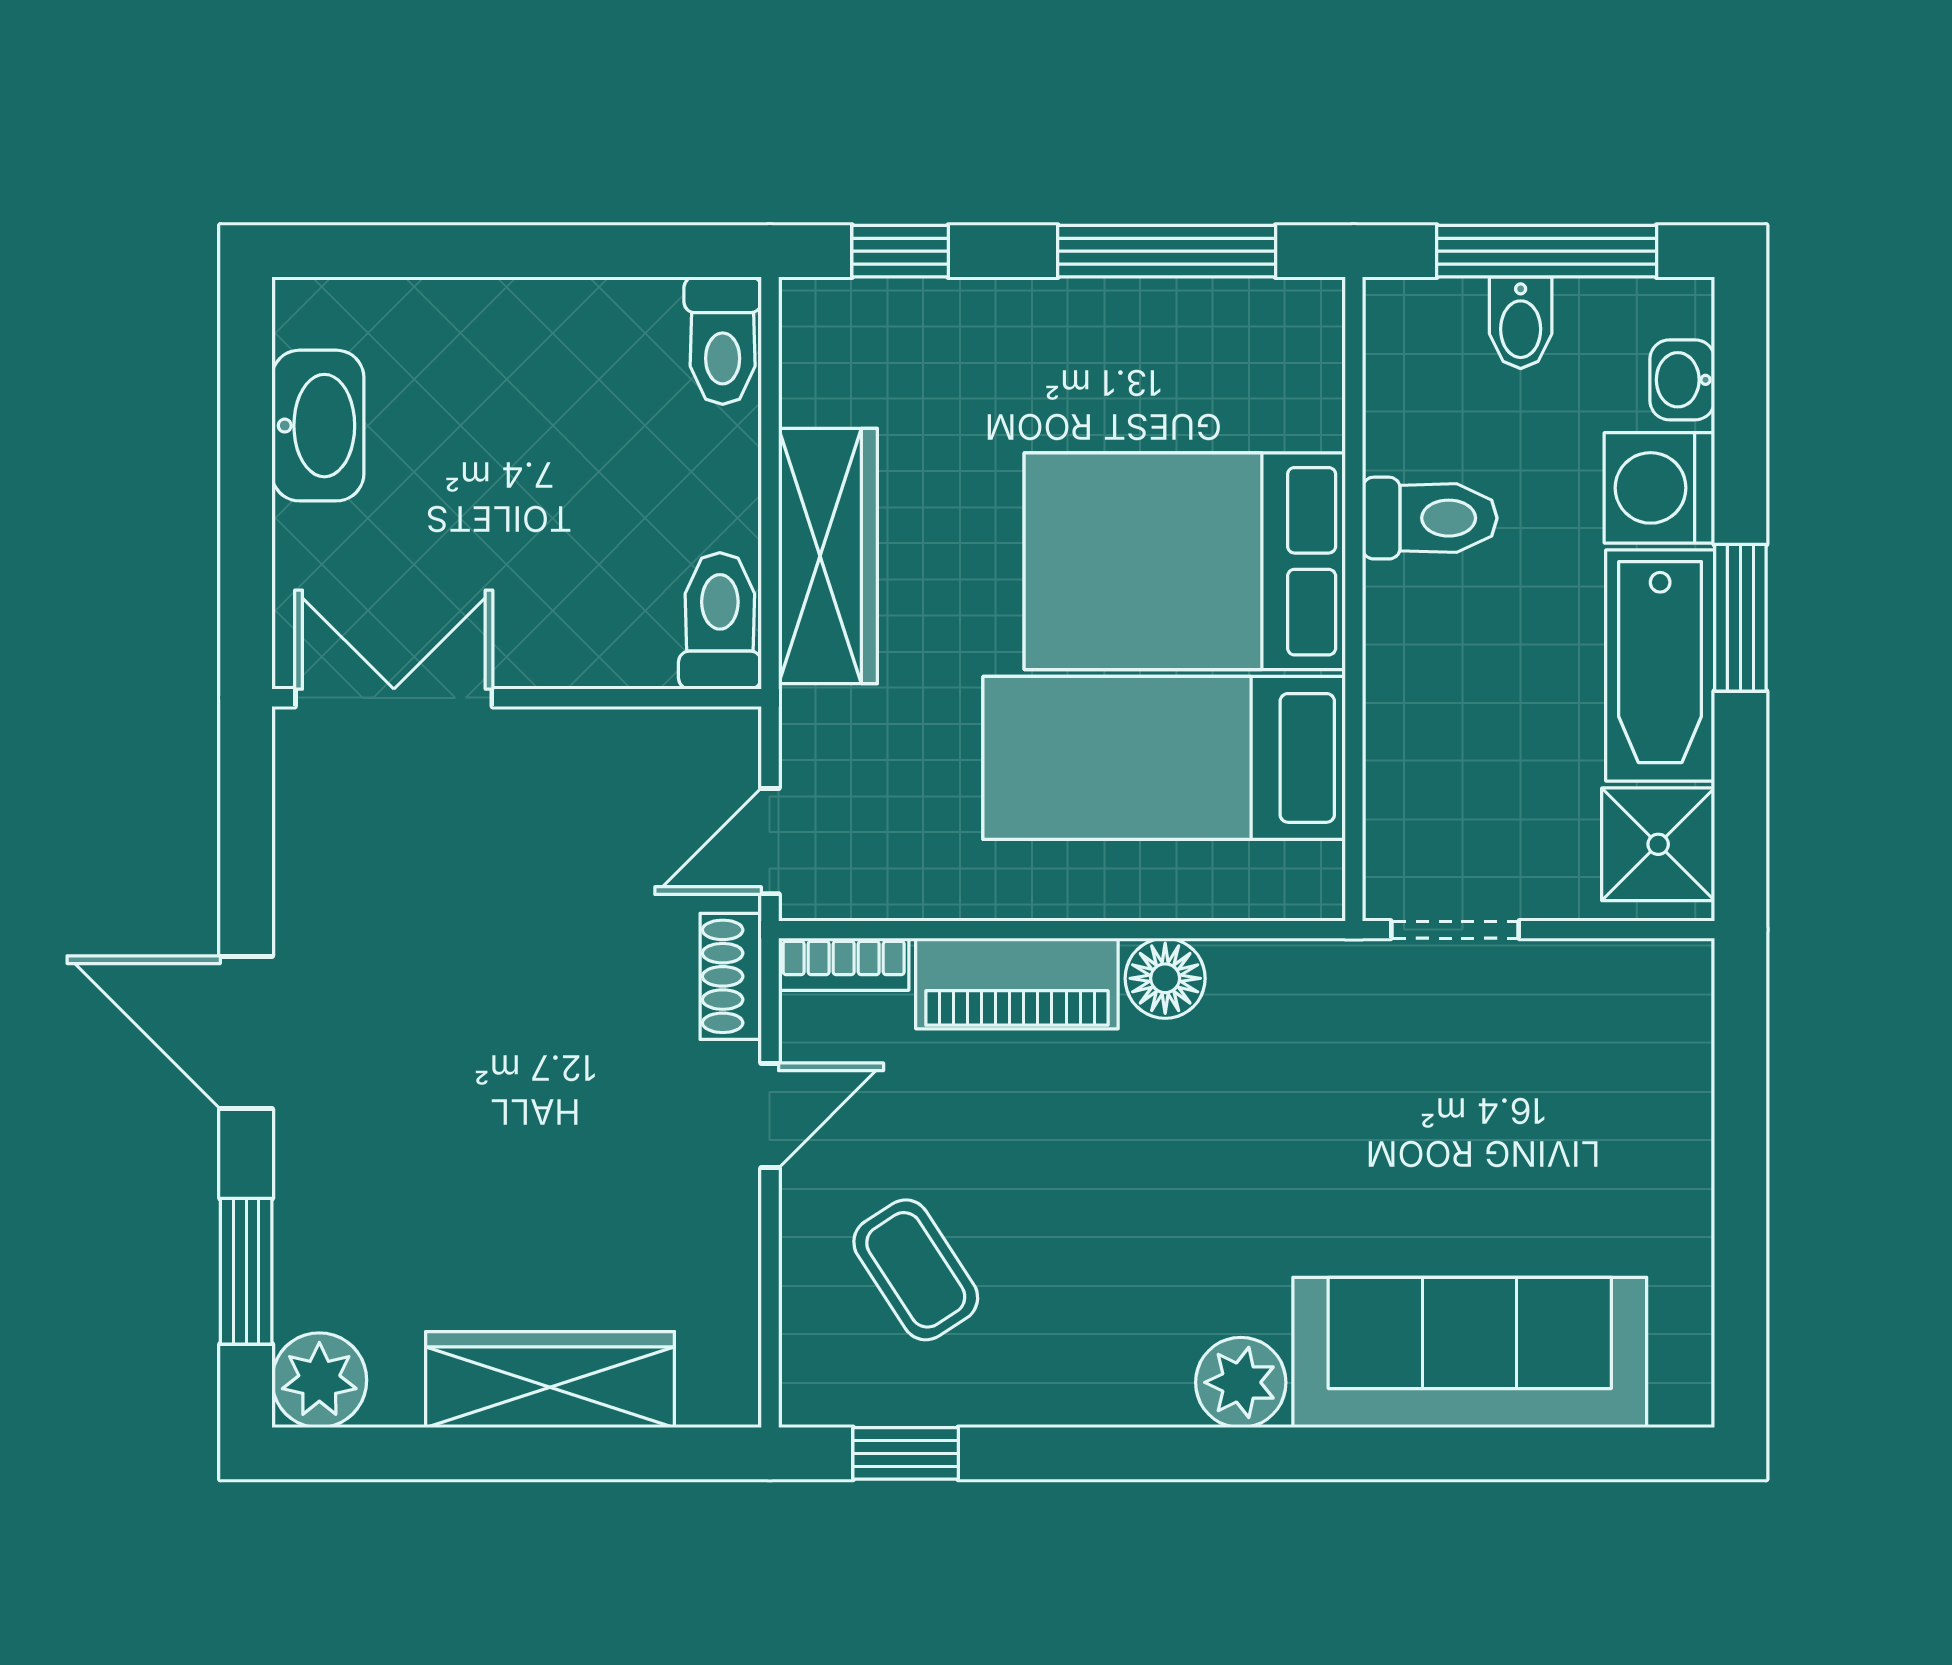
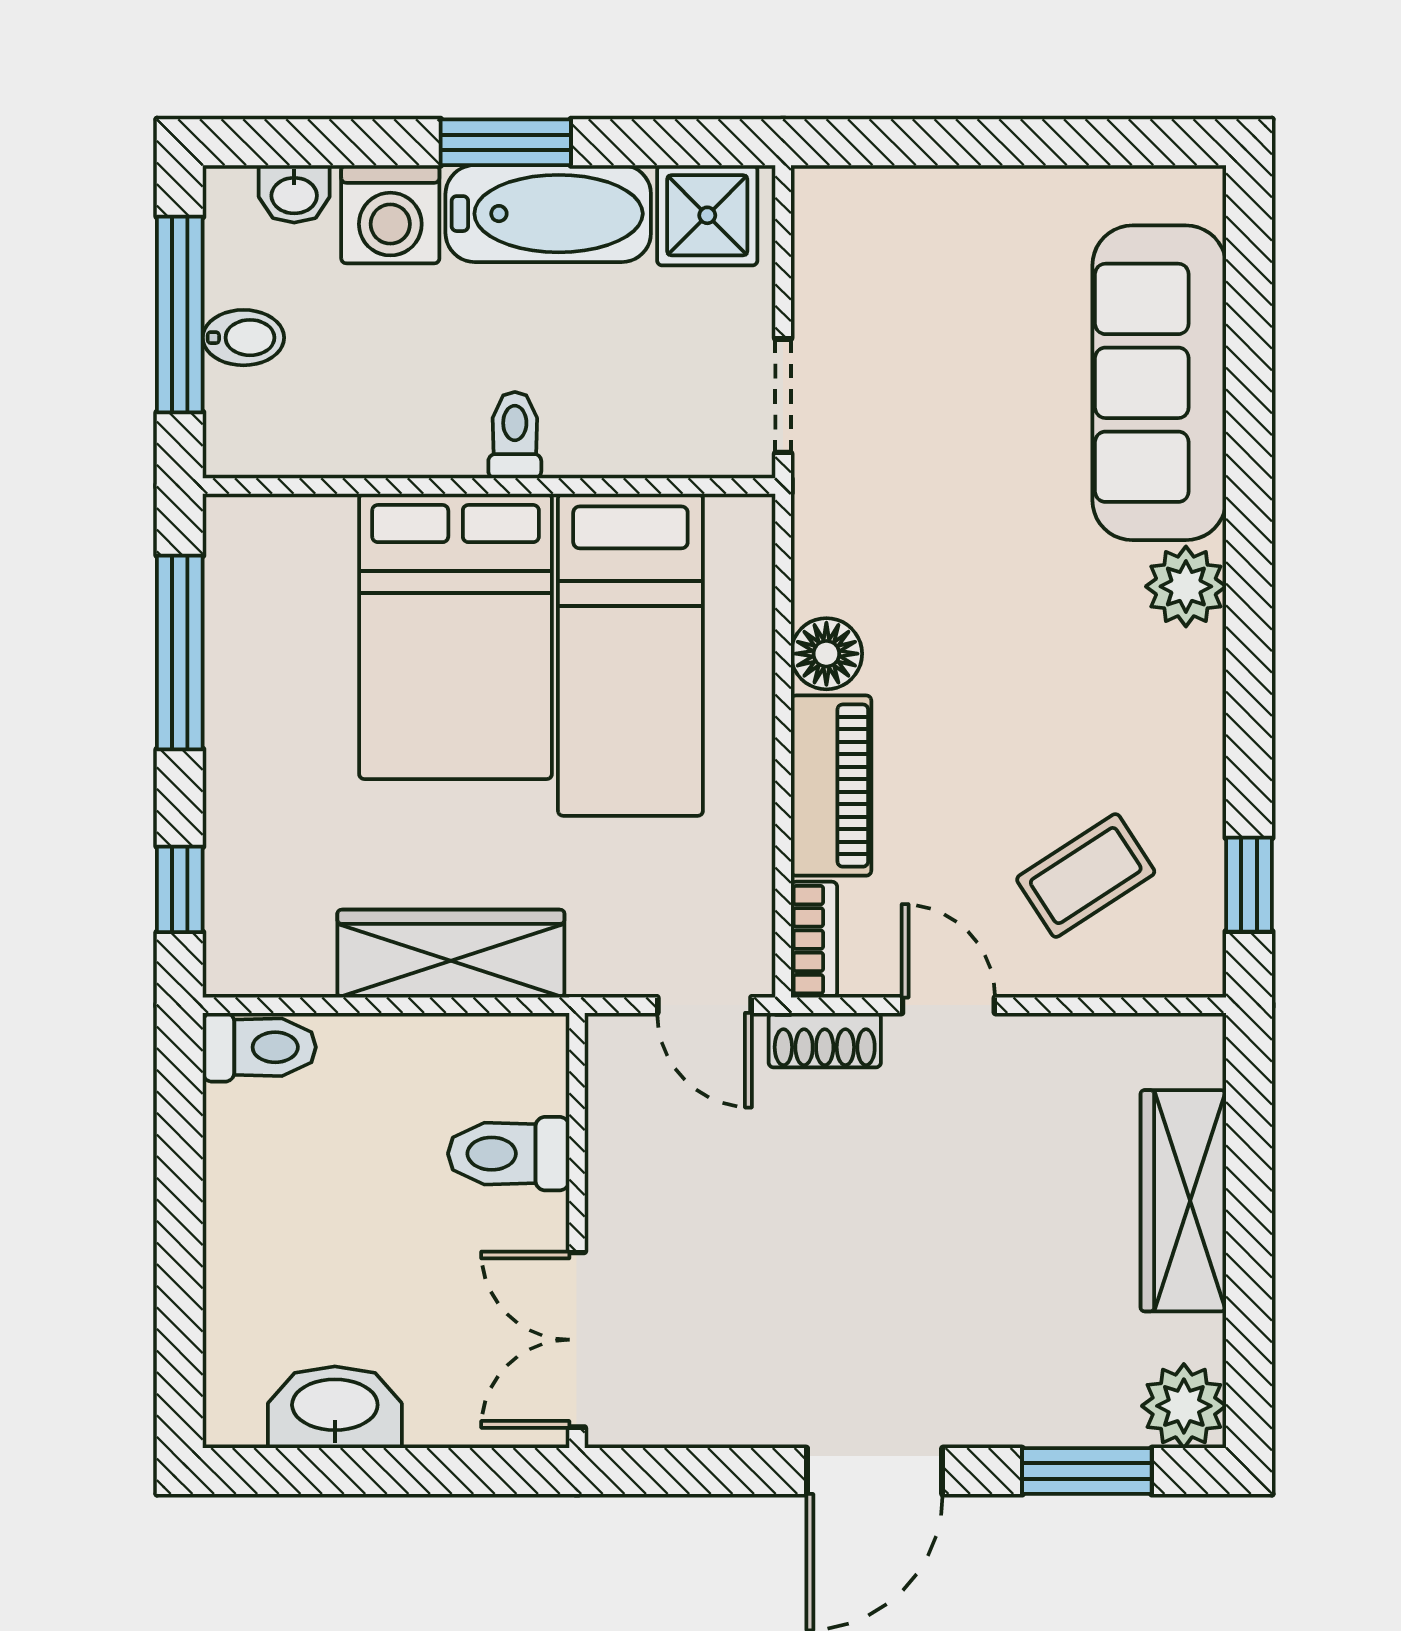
toilet: (1430, 518) -> (515, 435), moved, width x0.73, depth x0.72
toilet: (720, 621) -> (509, 1154), moved

